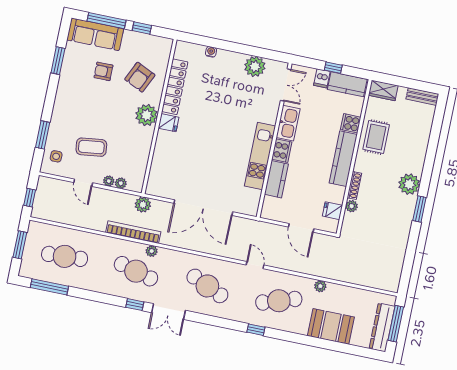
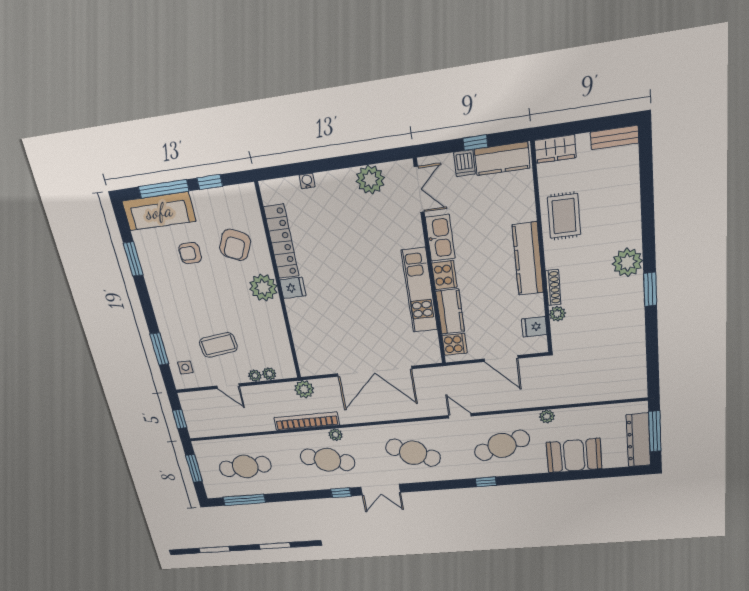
cooker: (351, 123) -> (455, 344), moved, turned 180

